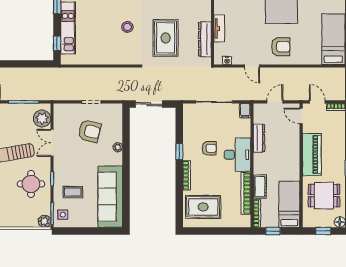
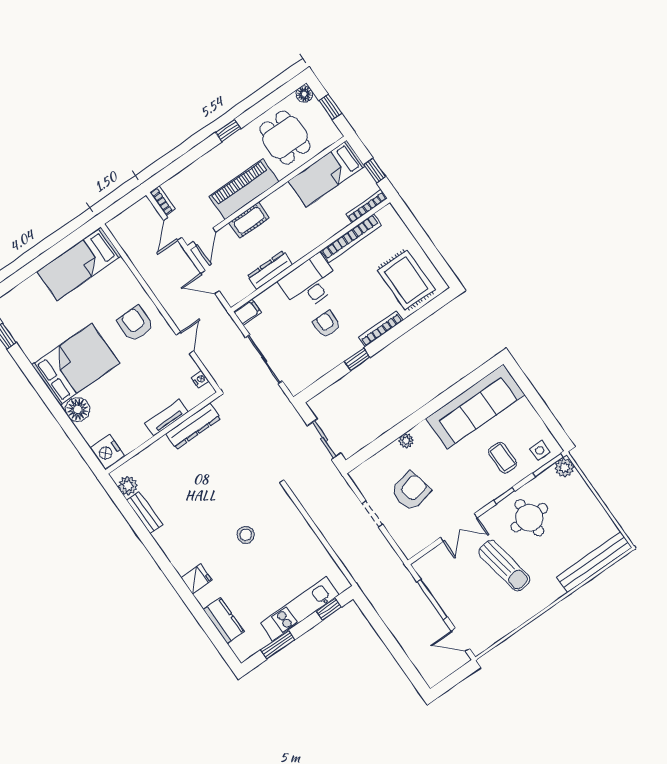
rug: (166, 38) -> (226, 477), removed
plant: (42, 119) -> (437, 562), removed
armchair: (89, 131) -> (411, 491), turned 64
cot: (260, 187) -> (249, 220), moved

